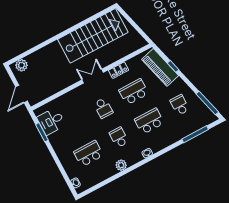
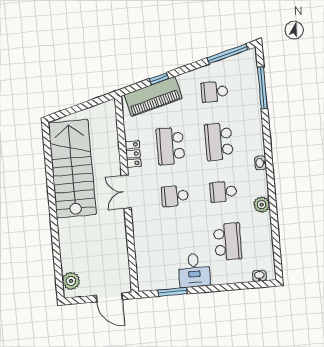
school desk: (103, 108) -> (175, 196), turned 180
desk: (51, 121) -> (194, 270), moved
school desk: (89, 154) -> (228, 242), turned 180

